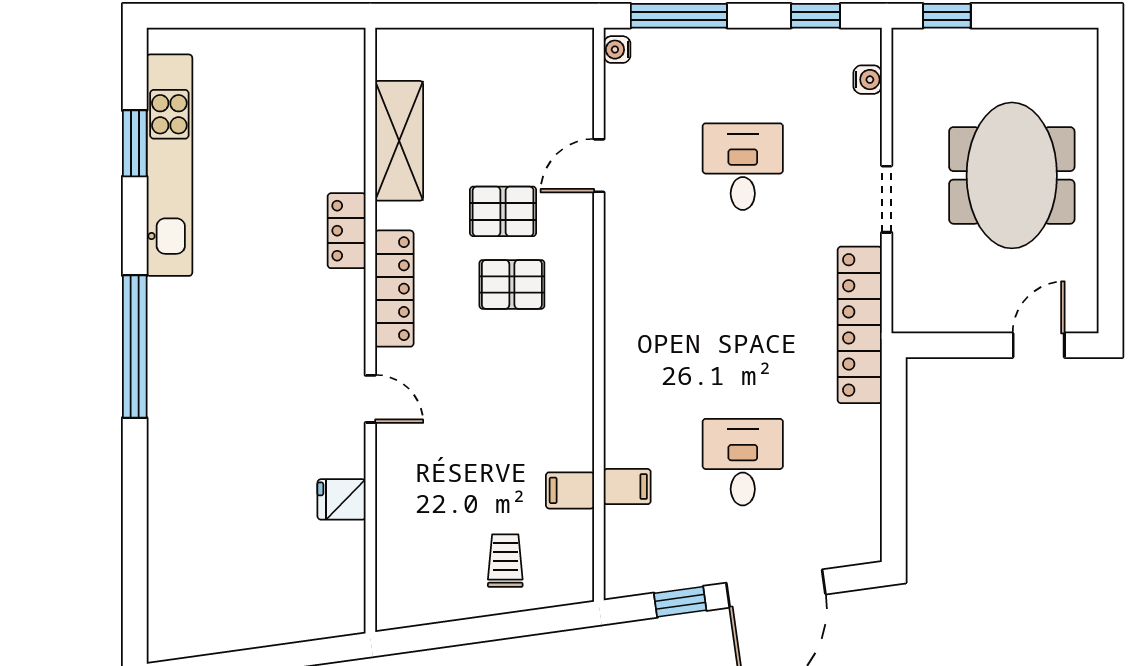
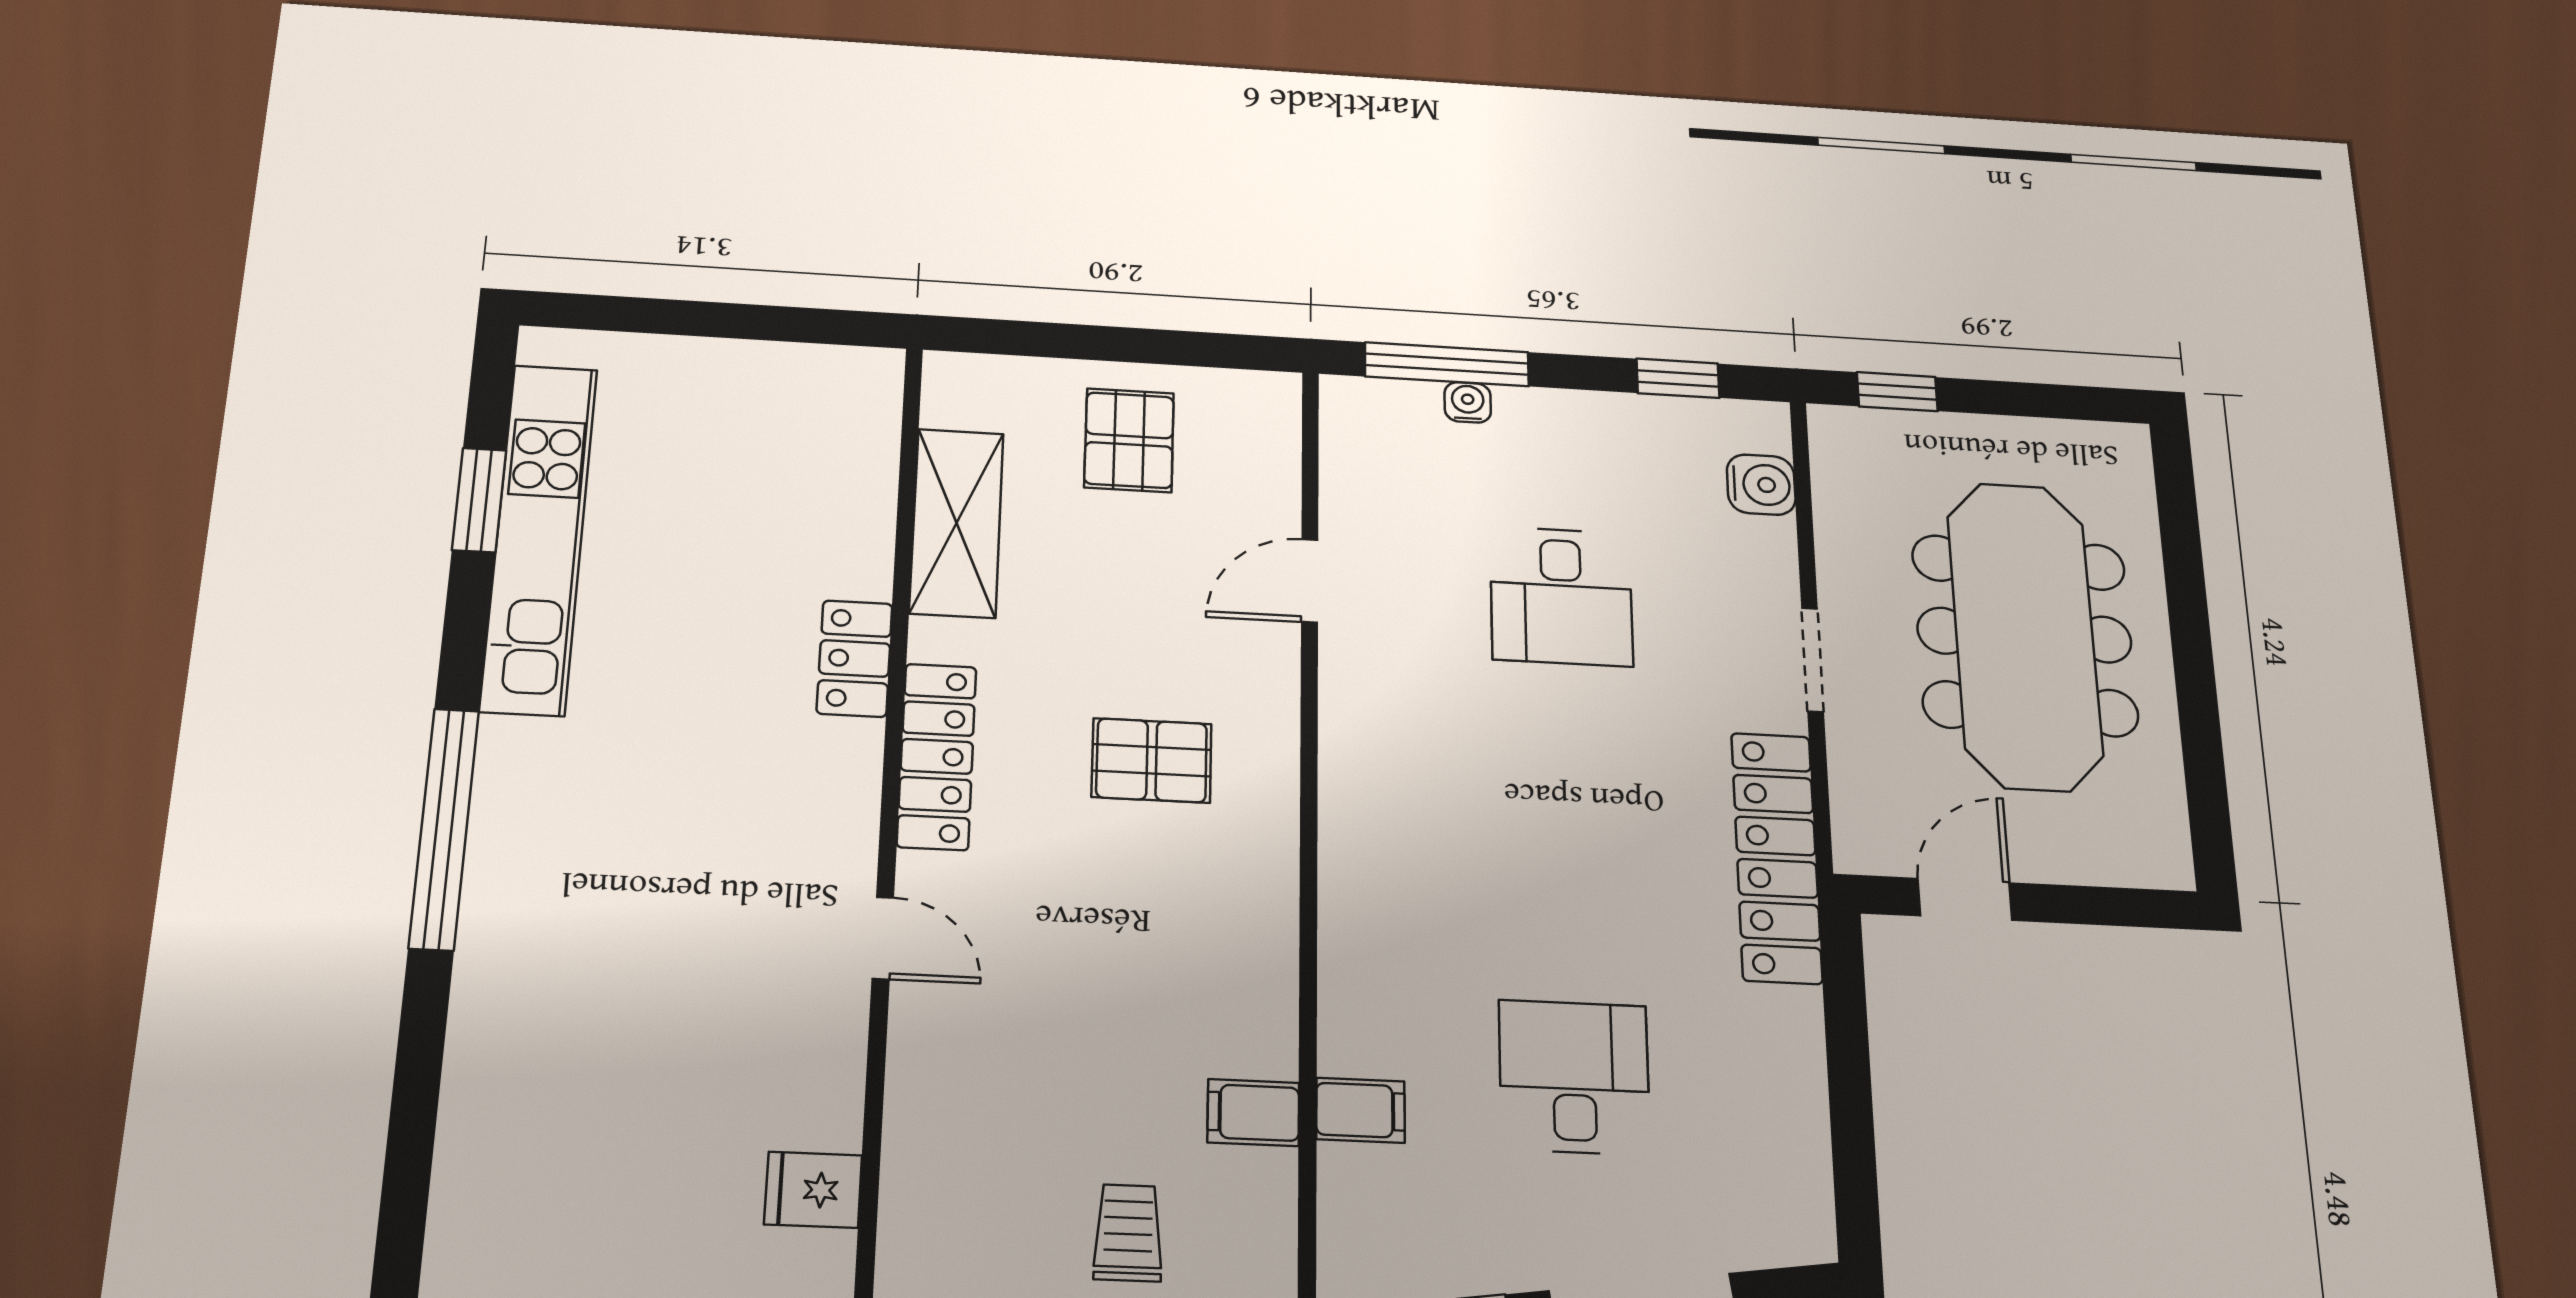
water cooler: (617, 50) -> (1468, 402), moved, turned 90
water cooler: (868, 80) -> (1761, 485), width x1.38, depth x1.38
desk: (743, 167) -> (1561, 596), turned 180
meeting table: (1012, 175) -> (2025, 635), width x1.36
pallet: (503, 211) -> (1129, 440), moved, turned 90
door: (1039, 345) -> (1965, 899), moved
fridge: (342, 499) -> (813, 1190), moved

